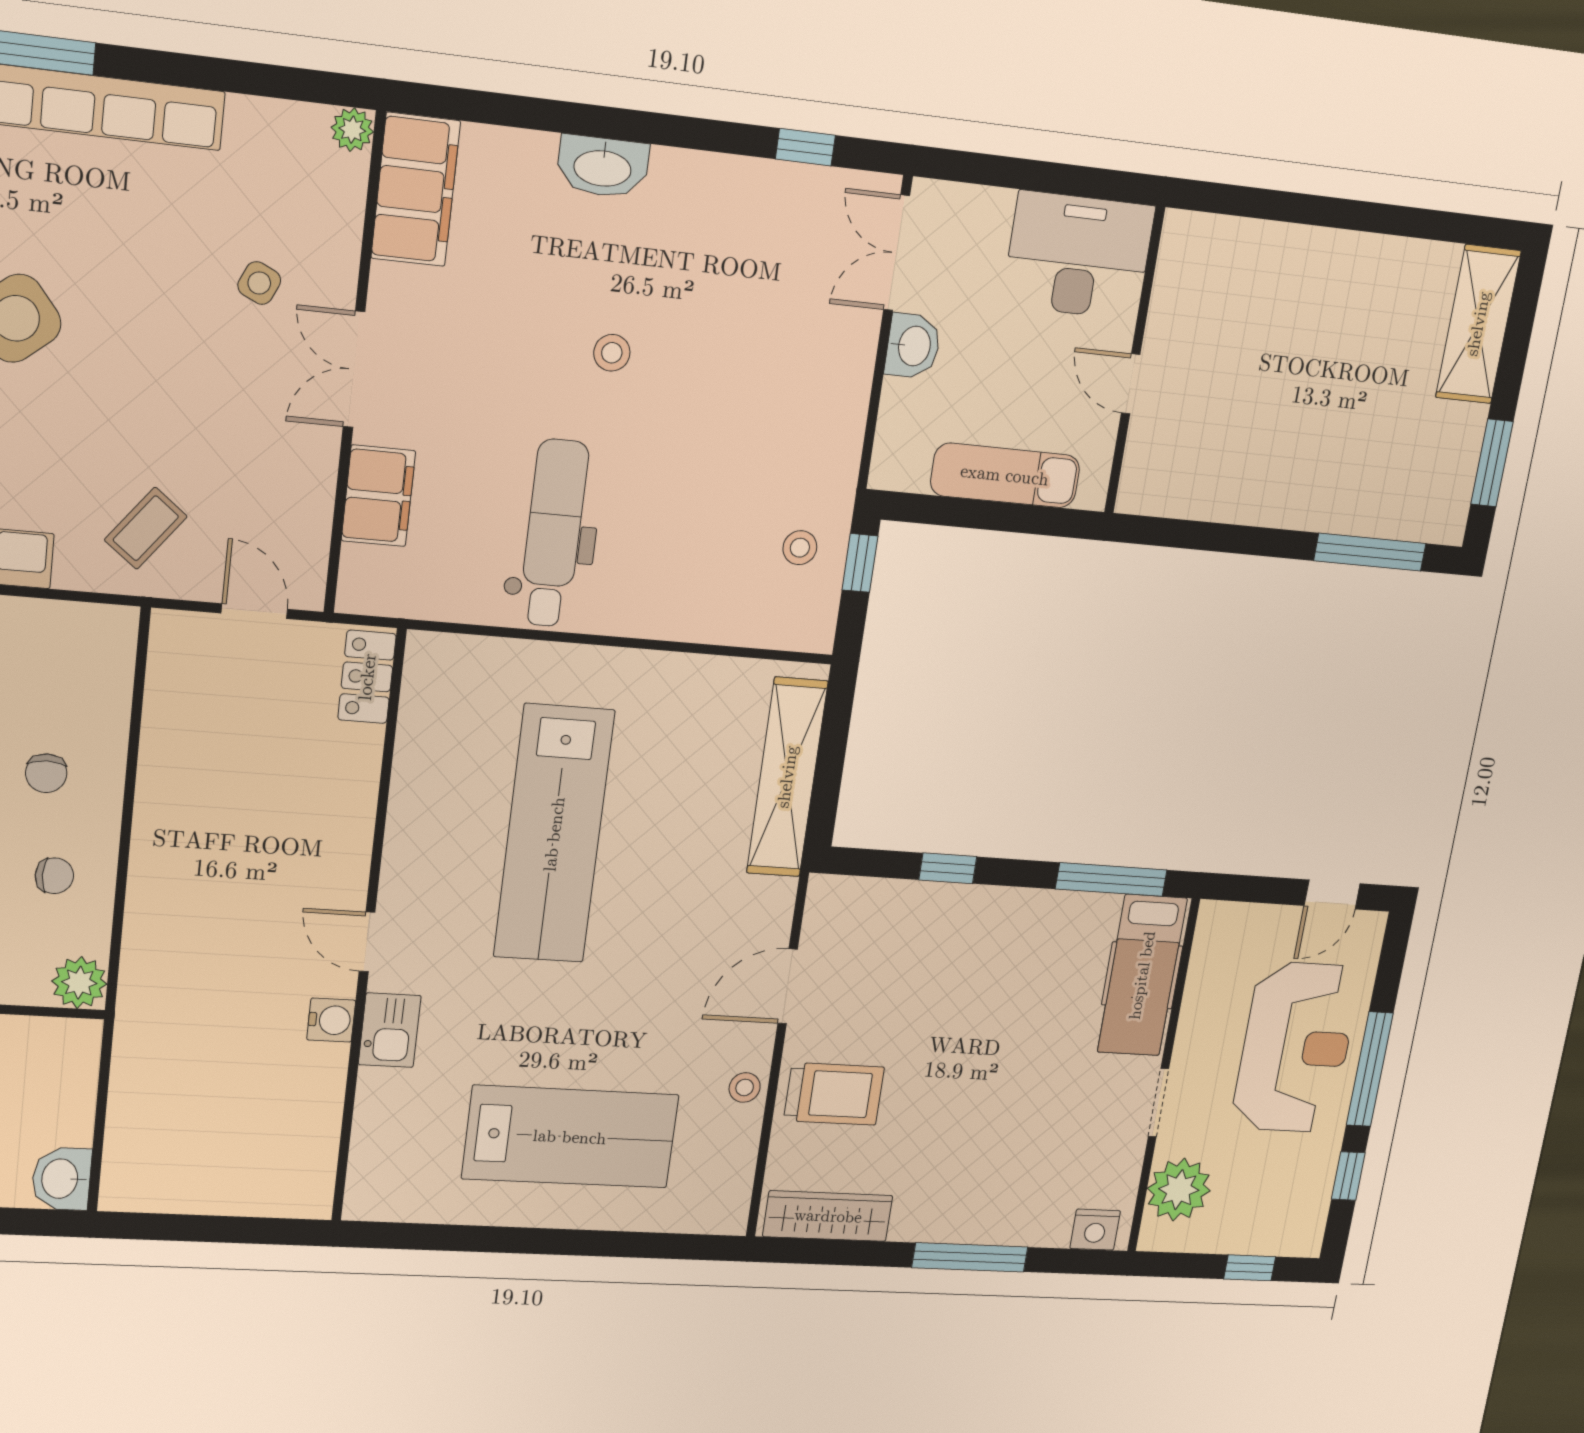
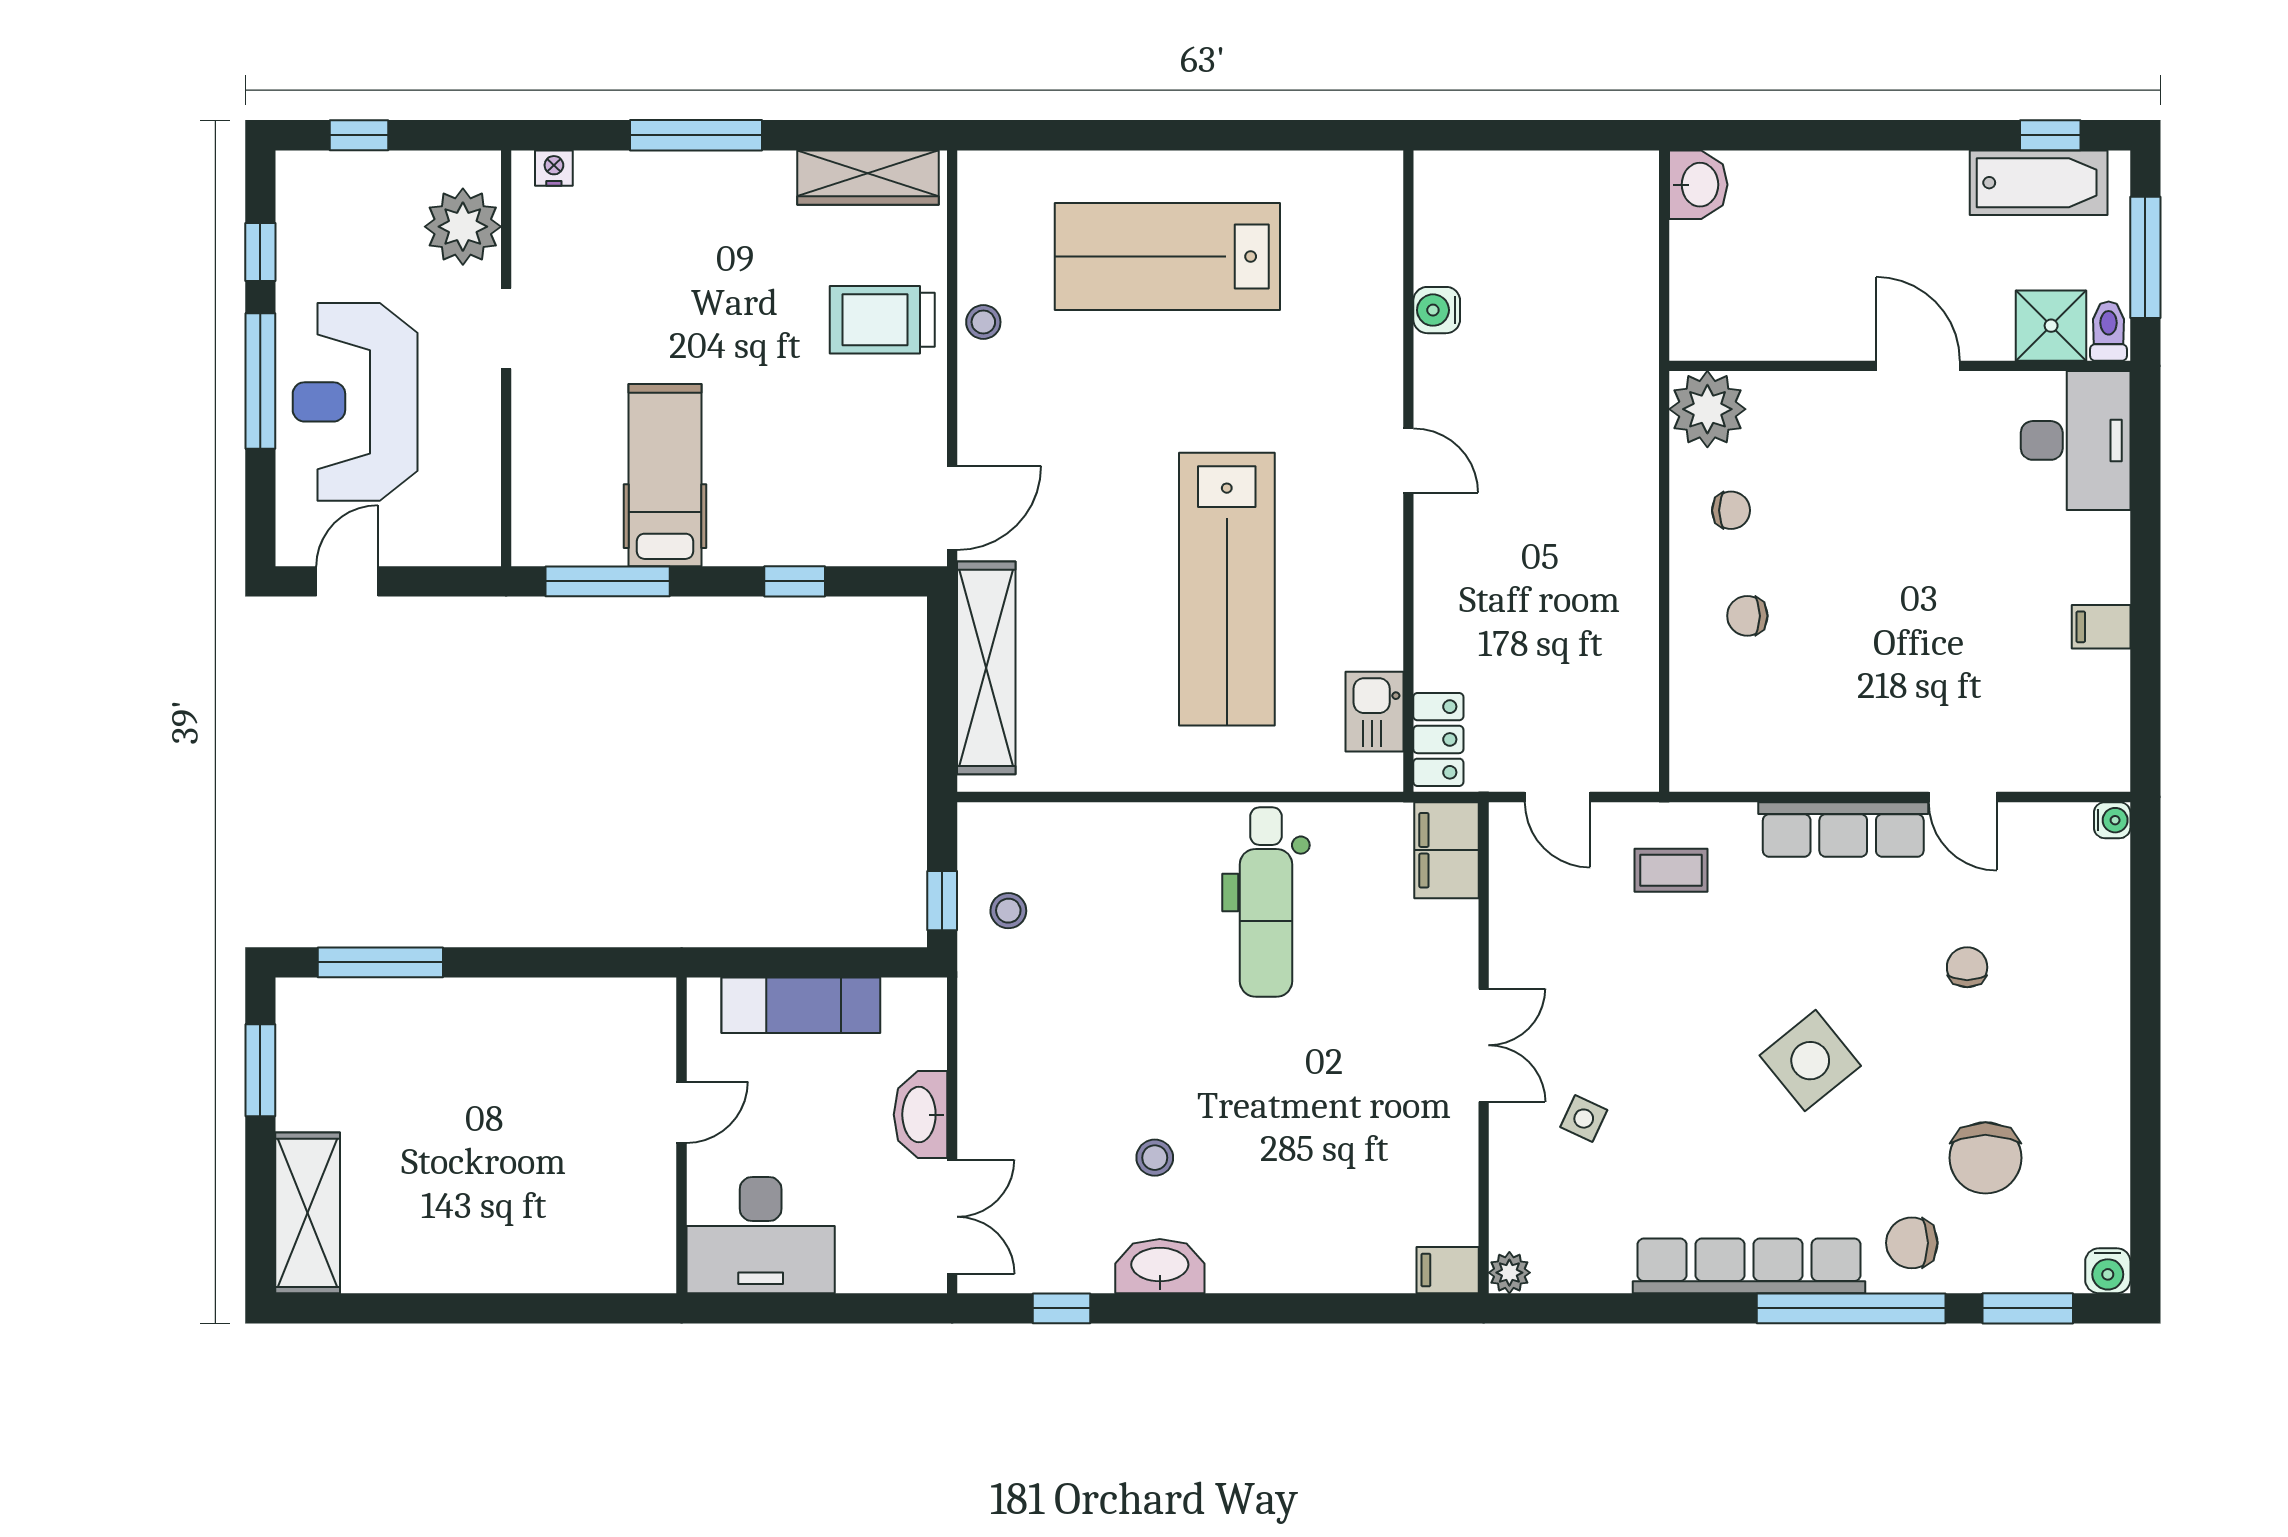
washbasin: (603, 167) -> (1160, 1266), moved
filing cabinet: (416, 190) -> (1448, 1270), width x0.33, depth x0.86
washbasin: (913, 346) -> (921, 1115), width x1.38
stool: (612, 353) -> (1155, 1158), moved
door: (1131, 384) -> (682, 1112), hinge flipped
filing cabinet: (378, 496) -> (1446, 850), moved
coffee table: (146, 528) -> (1671, 870), turned 52
chair: (46, 773) -> (1747, 616), turned -90
lab bench: (554, 834) -> (1227, 589), turned 180
chair: (54, 876) -> (1731, 510), turned 180
hospital bed: (1142, 975) -> (665, 475), moved
plant: (79, 983) -> (1707, 409), width x1.36, depth x1.36
door: (788, 986) -> (952, 508), moved
water cooler: (331, 1020) -> (1437, 310), moved
kitchen sink: (390, 1030) -> (1374, 712), moved
nightstand: (1095, 1230) -> (554, 168), width x0.72, depth x0.74

